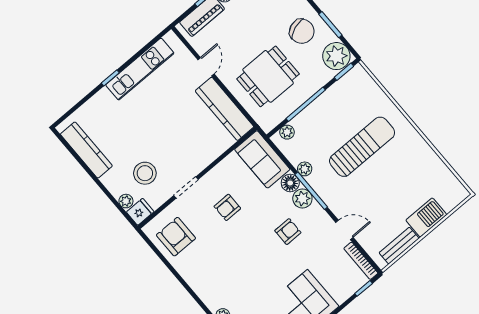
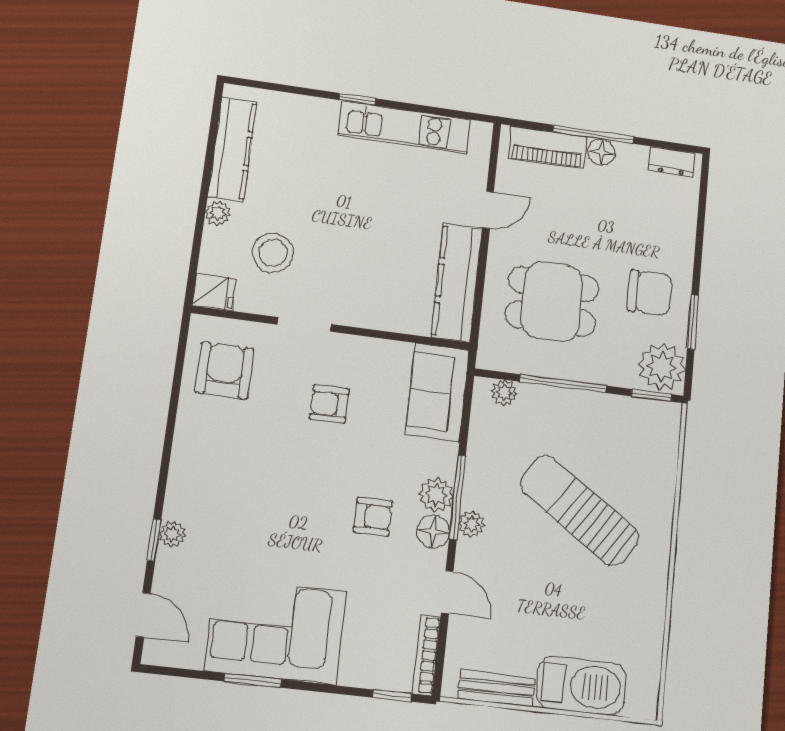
chair: (302, 31) -> (650, 293), turned -70
sun lounger: (362, 147) -> (579, 511), turned -146
plant: (305, 169) -> (472, 524), moved
floor lamp: (290, 183) -> (433, 531), moved
plant: (126, 201) -> (218, 213), moved
barbecue: (426, 217) -> (581, 686), width x1.37, depth x1.21

